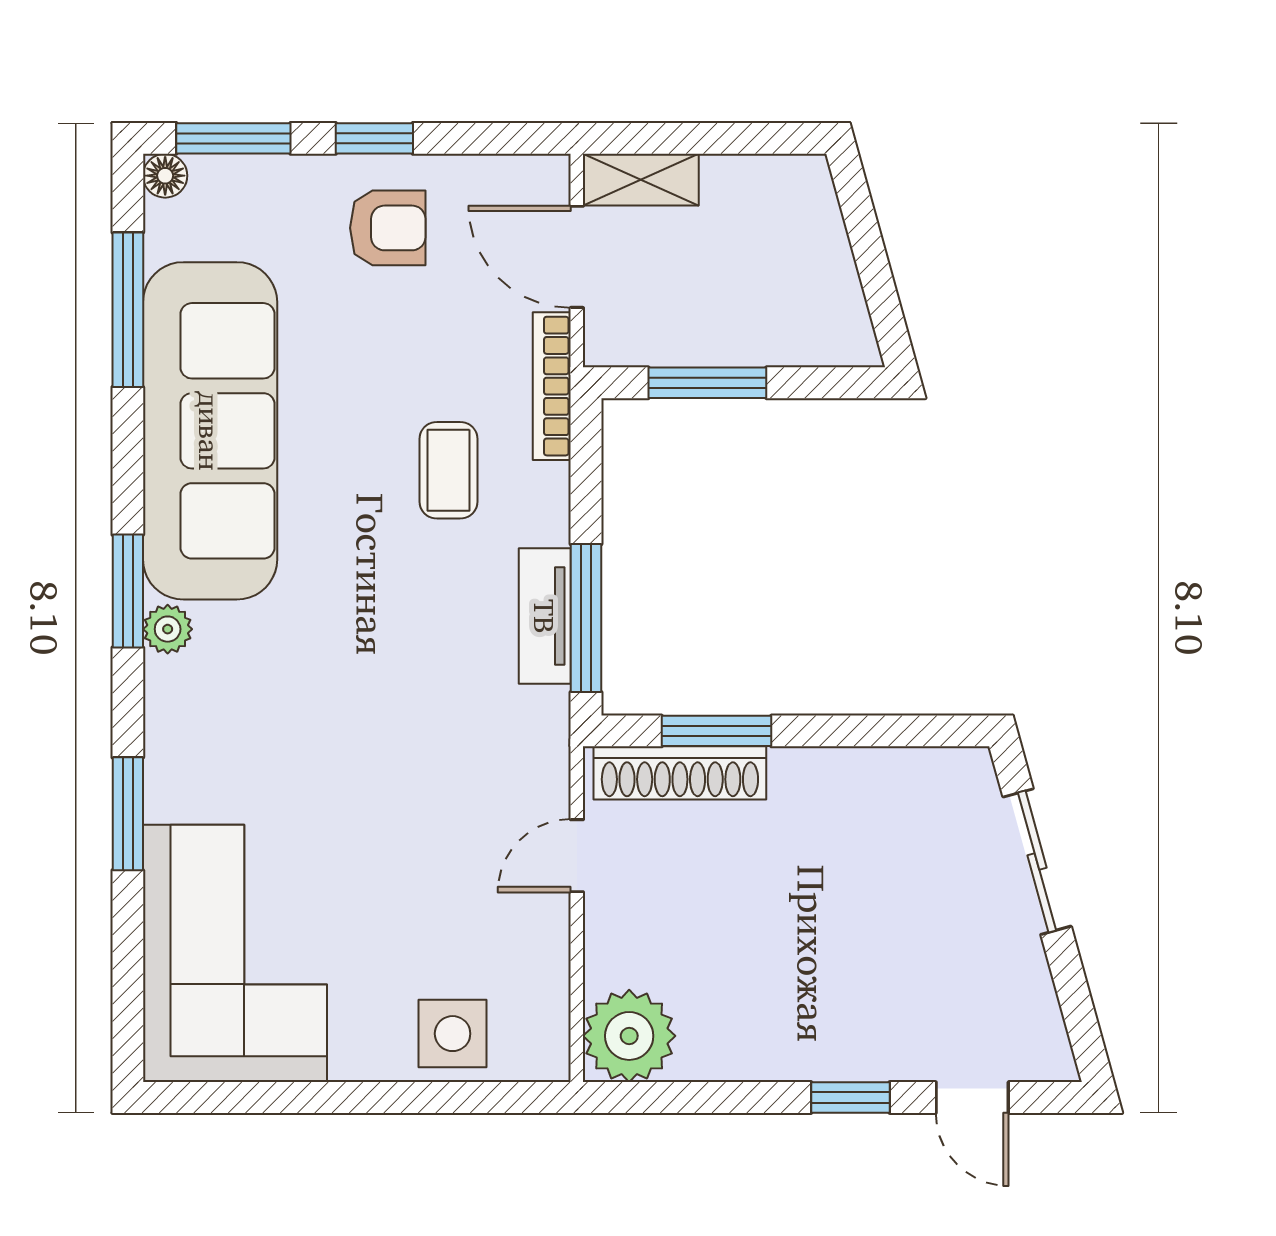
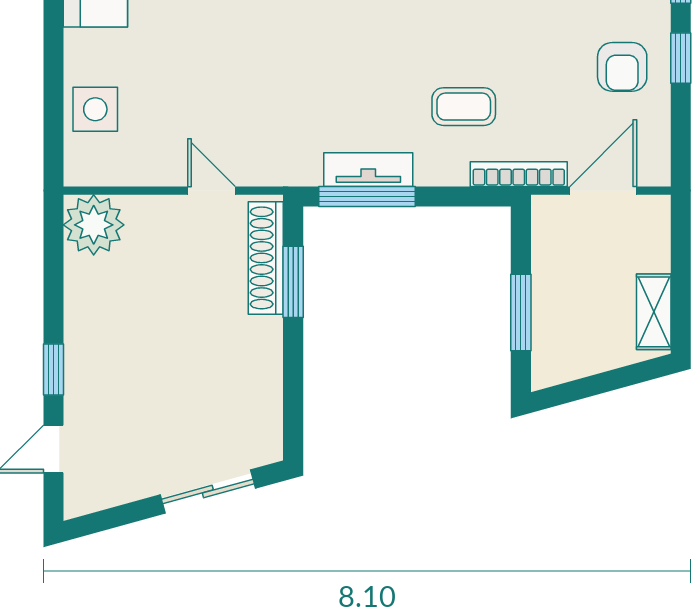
shelving: (641, 180) -> (654, 312), moved
window: (707, 383) -> (521, 313), moved

